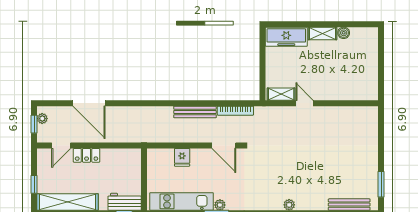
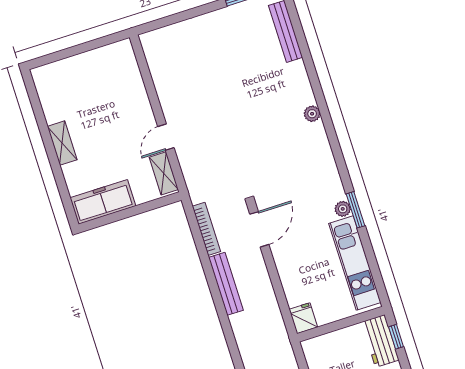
boiler: (344, 33) -> (52, 114), removed
freezer: (286, 37) -> (103, 202), moved, turned -90
fridge: (182, 157) -> (303, 318), moved, turned -90

